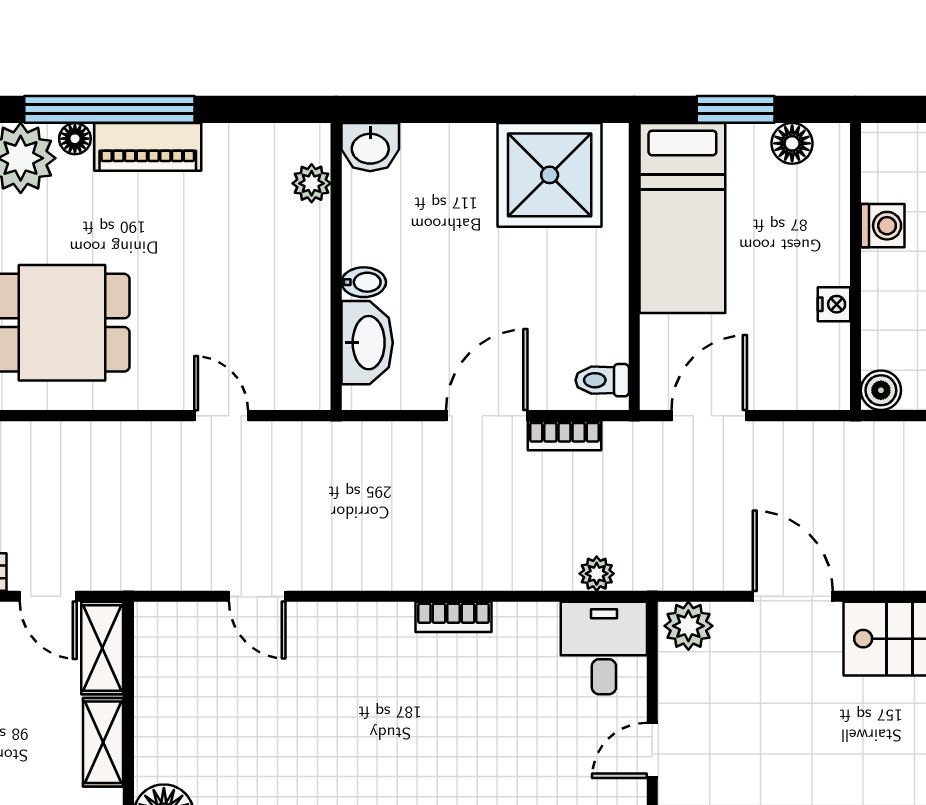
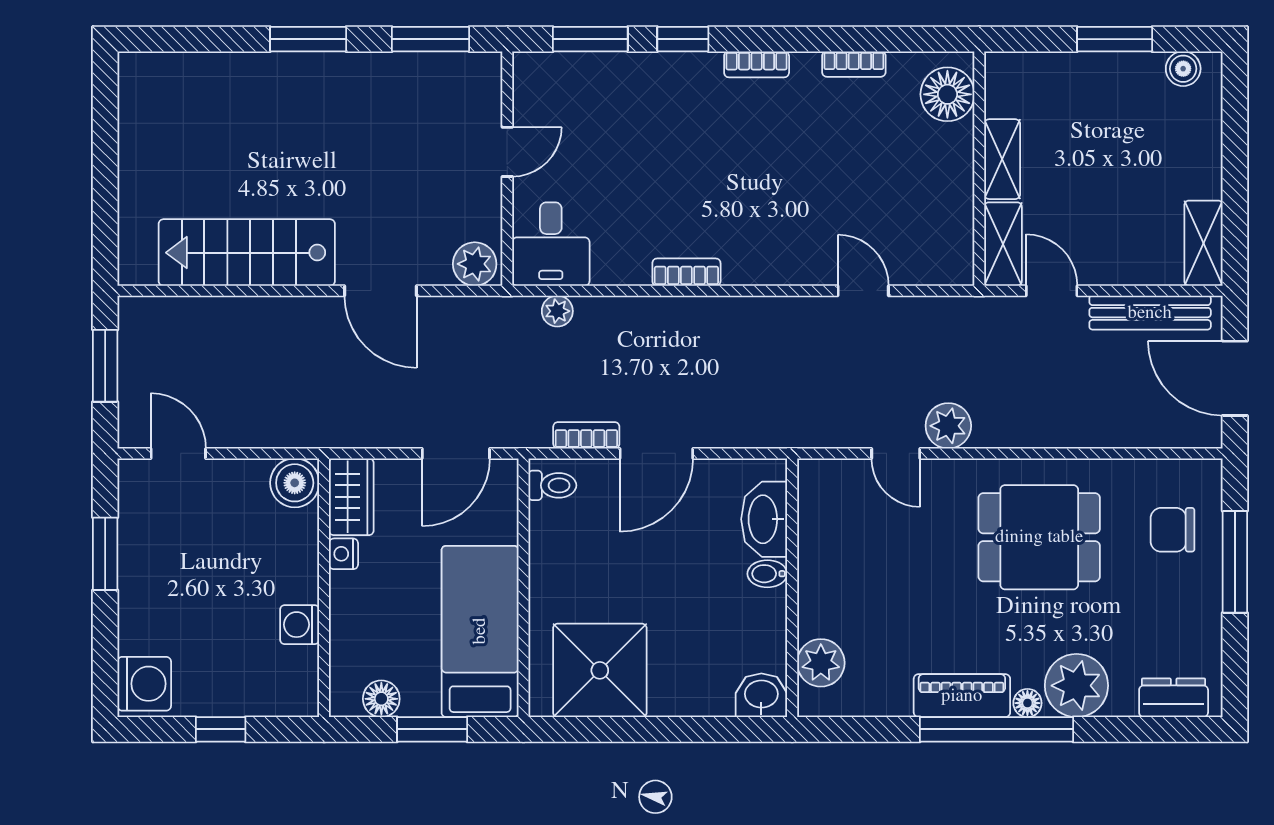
plant: (312, 183) -> (821, 663), width x1.38, depth x1.38
wardrobe: (825, 368) -> (351, 497), added
boiler: (881, 390) -> (295, 483), width x1.36, depth x1.36
plant: (163, 446) -> (948, 426), added

